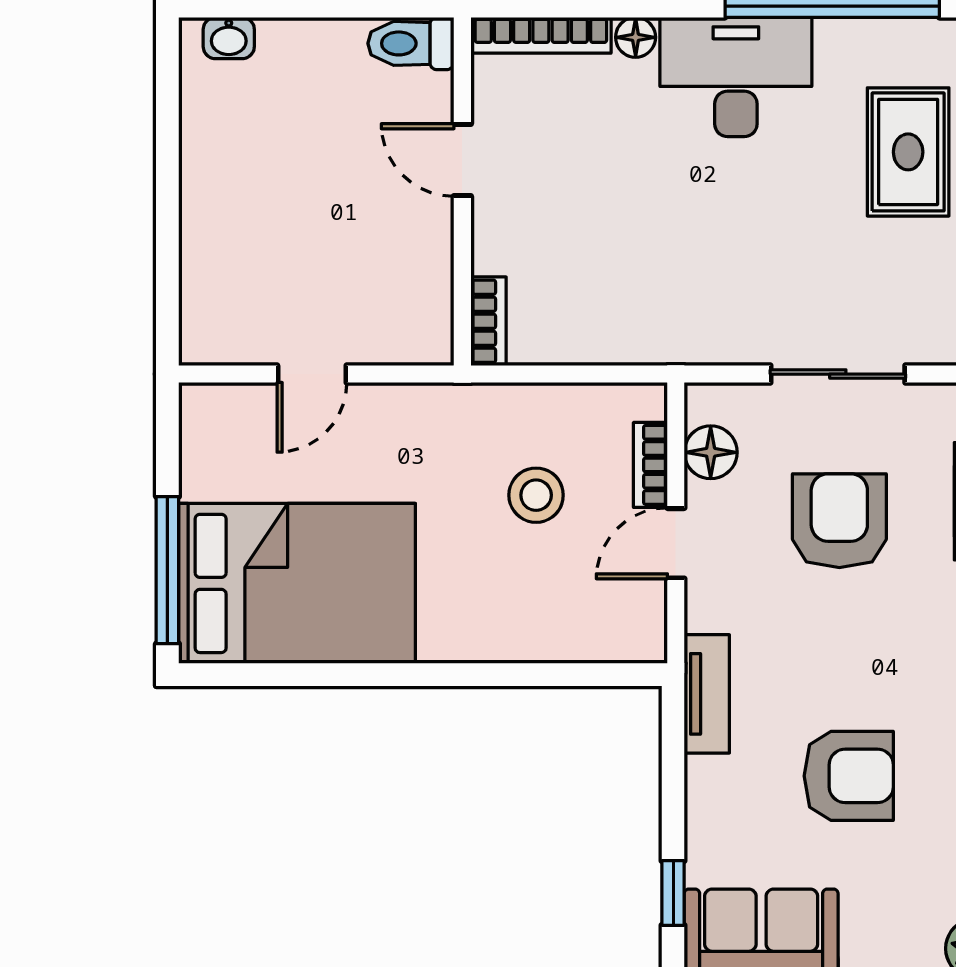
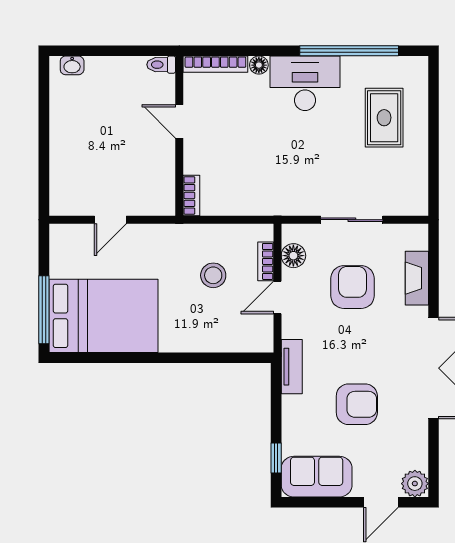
toilet: (411, 43) -> (161, 65), width x0.73, depth x0.72

